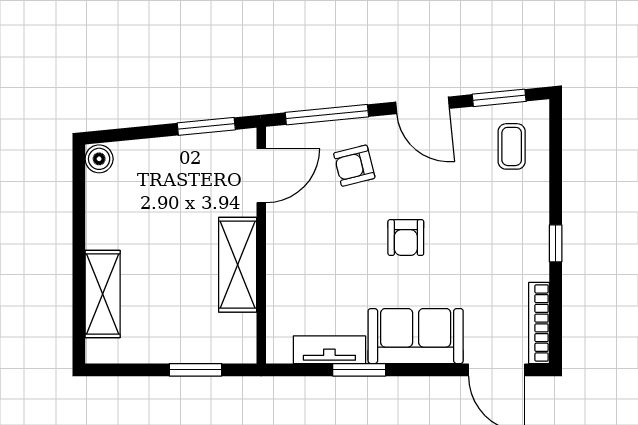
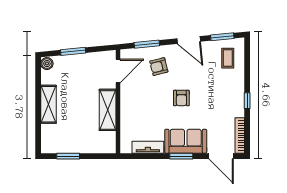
window: (327, 115) -> (147, 44), width x0.69
window: (206, 126) -> (73, 51), moved
shelving: (103, 294) -> (48, 104), moved
window: (195, 370) -> (68, 156), moved
window: (359, 370) -> (181, 156), moved

